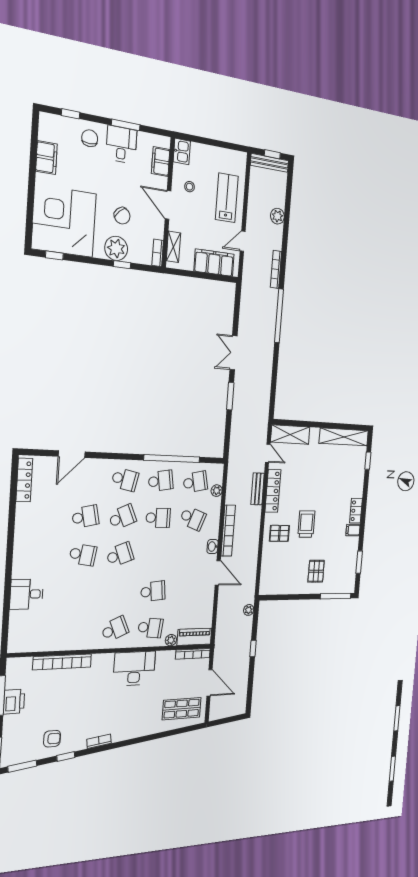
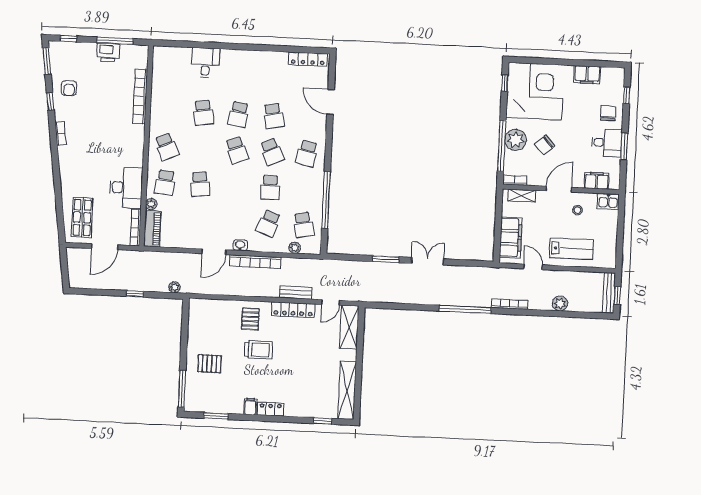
chair: (90, 138) -> (608, 113), turned -90
window: (122, 265) -> (502, 146), width x3.17
school desk: (161, 481) -> (203, 113), moved
desk: (134, 668) -> (126, 188), moved

